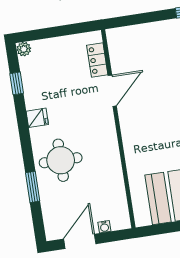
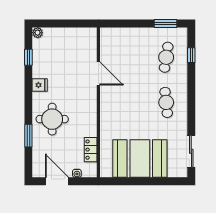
locker: (97, 60) -> (91, 150), moved
door: (112, 91) -> (98, 74), hinge flipped
door: (80, 241) -> (57, 181), hinge flipped

